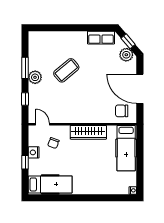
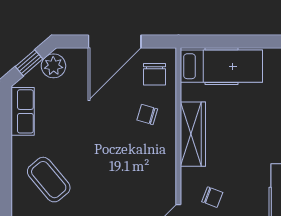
coffee table: (66, 70) -> (49, 180), moved
chair: (99, 107) -> (147, 115), added

